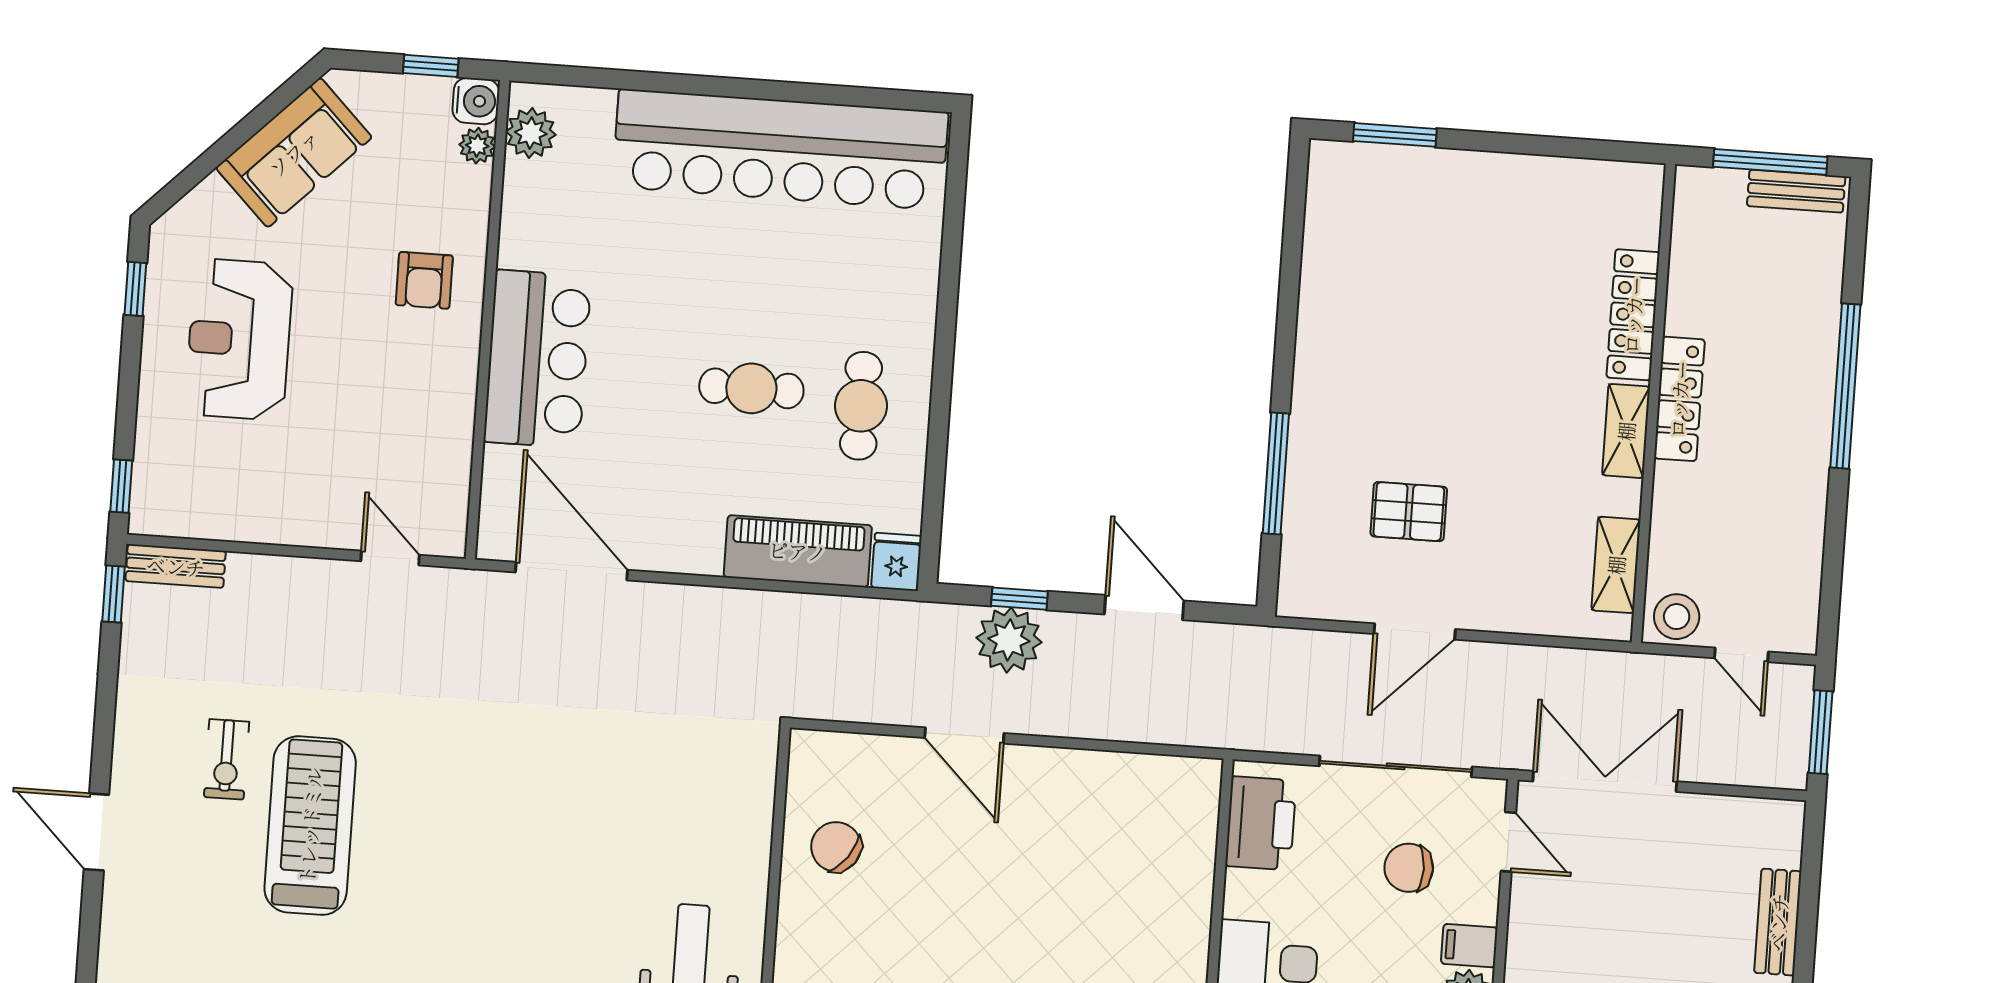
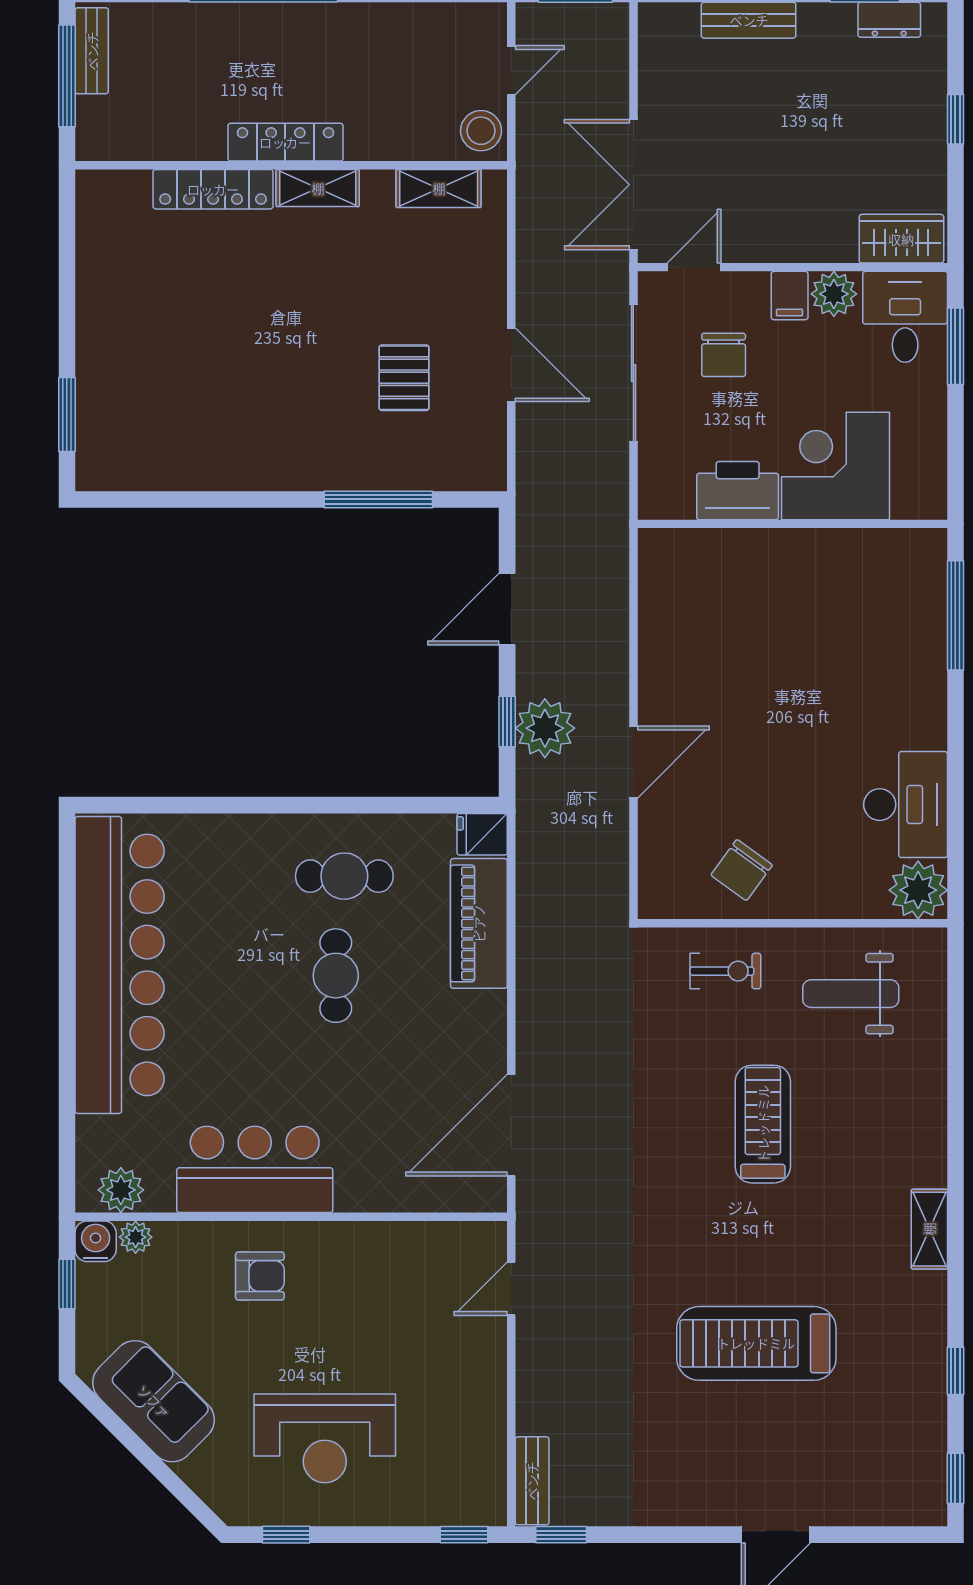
bar counter: (537, 359) -> (255, 1169), moved
exercise bike: (226, 759) -> (725, 971), moved
printer: (1261, 823) -> (738, 491), moved
treadmill: (553, 850) -> (763, 1124), added

